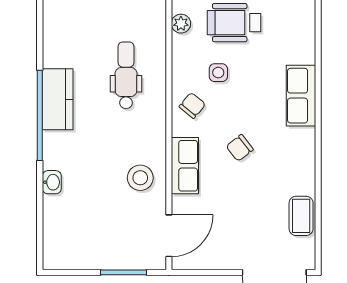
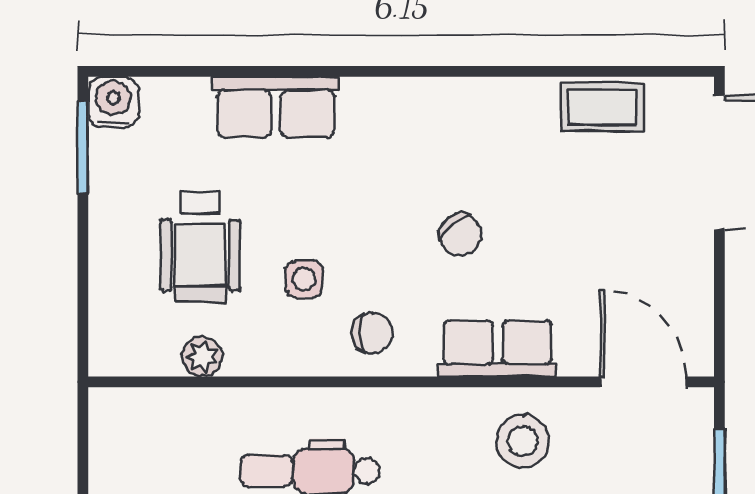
row of seats: (301, 96) -> (276, 107), moved
chair: (192, 105) -> (372, 333), turned 140

